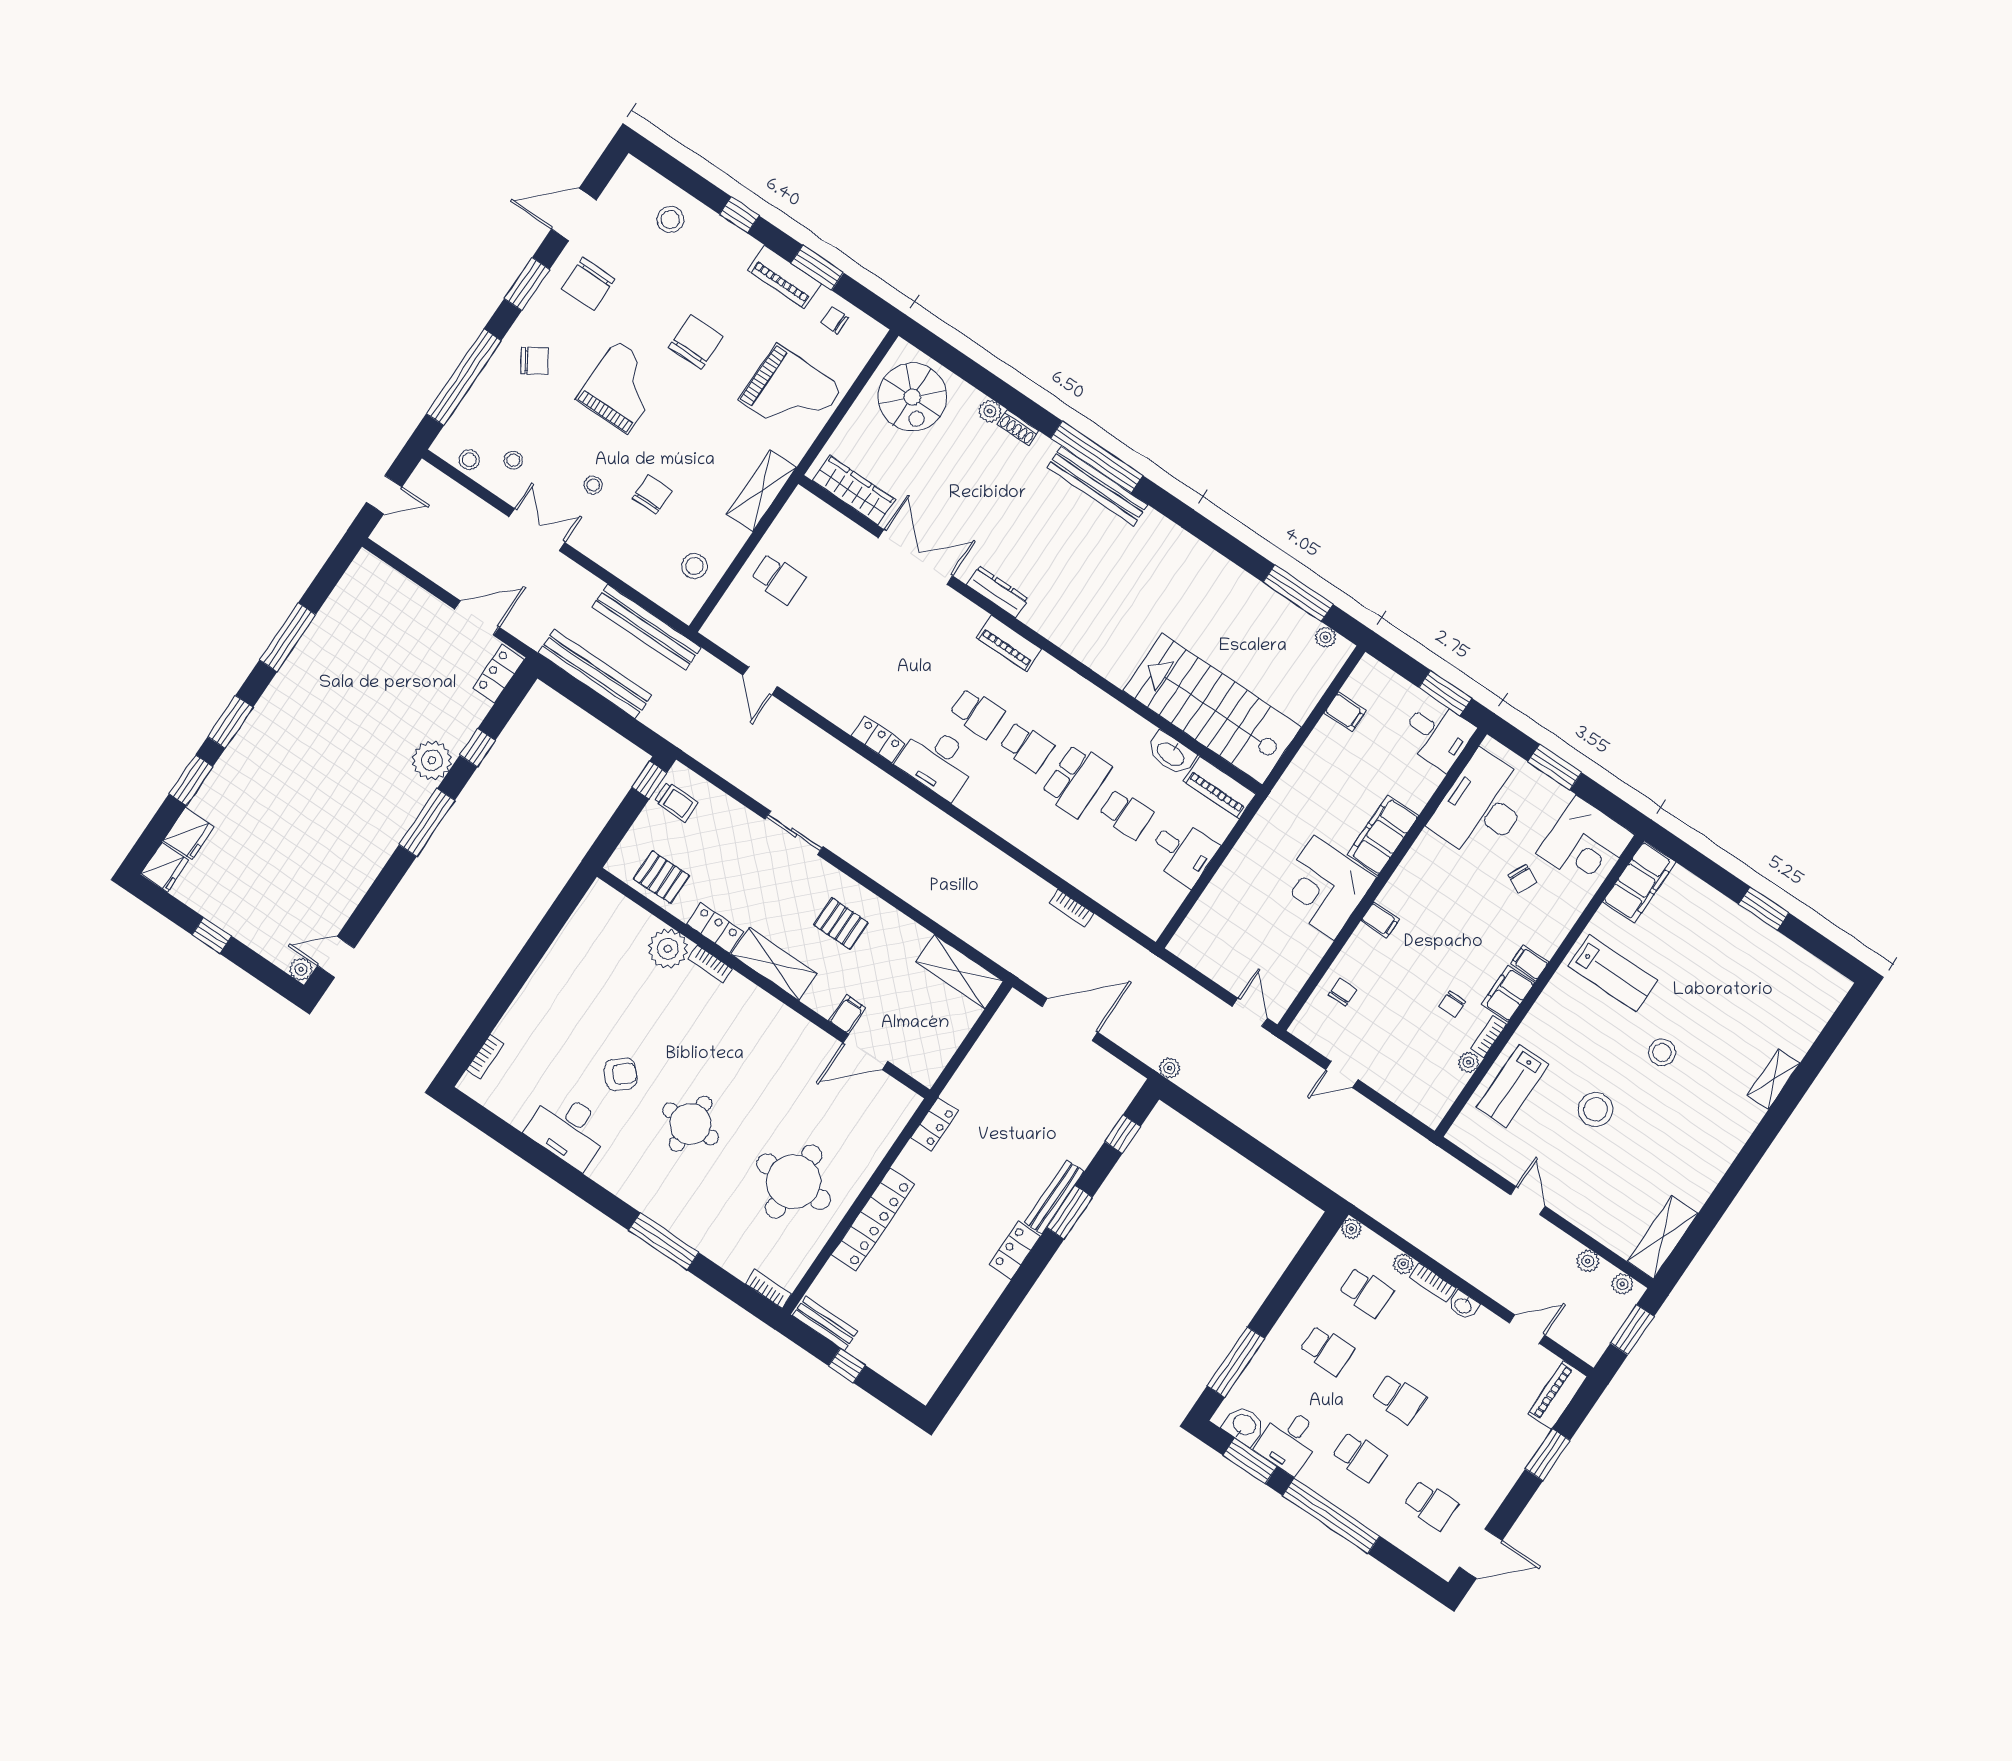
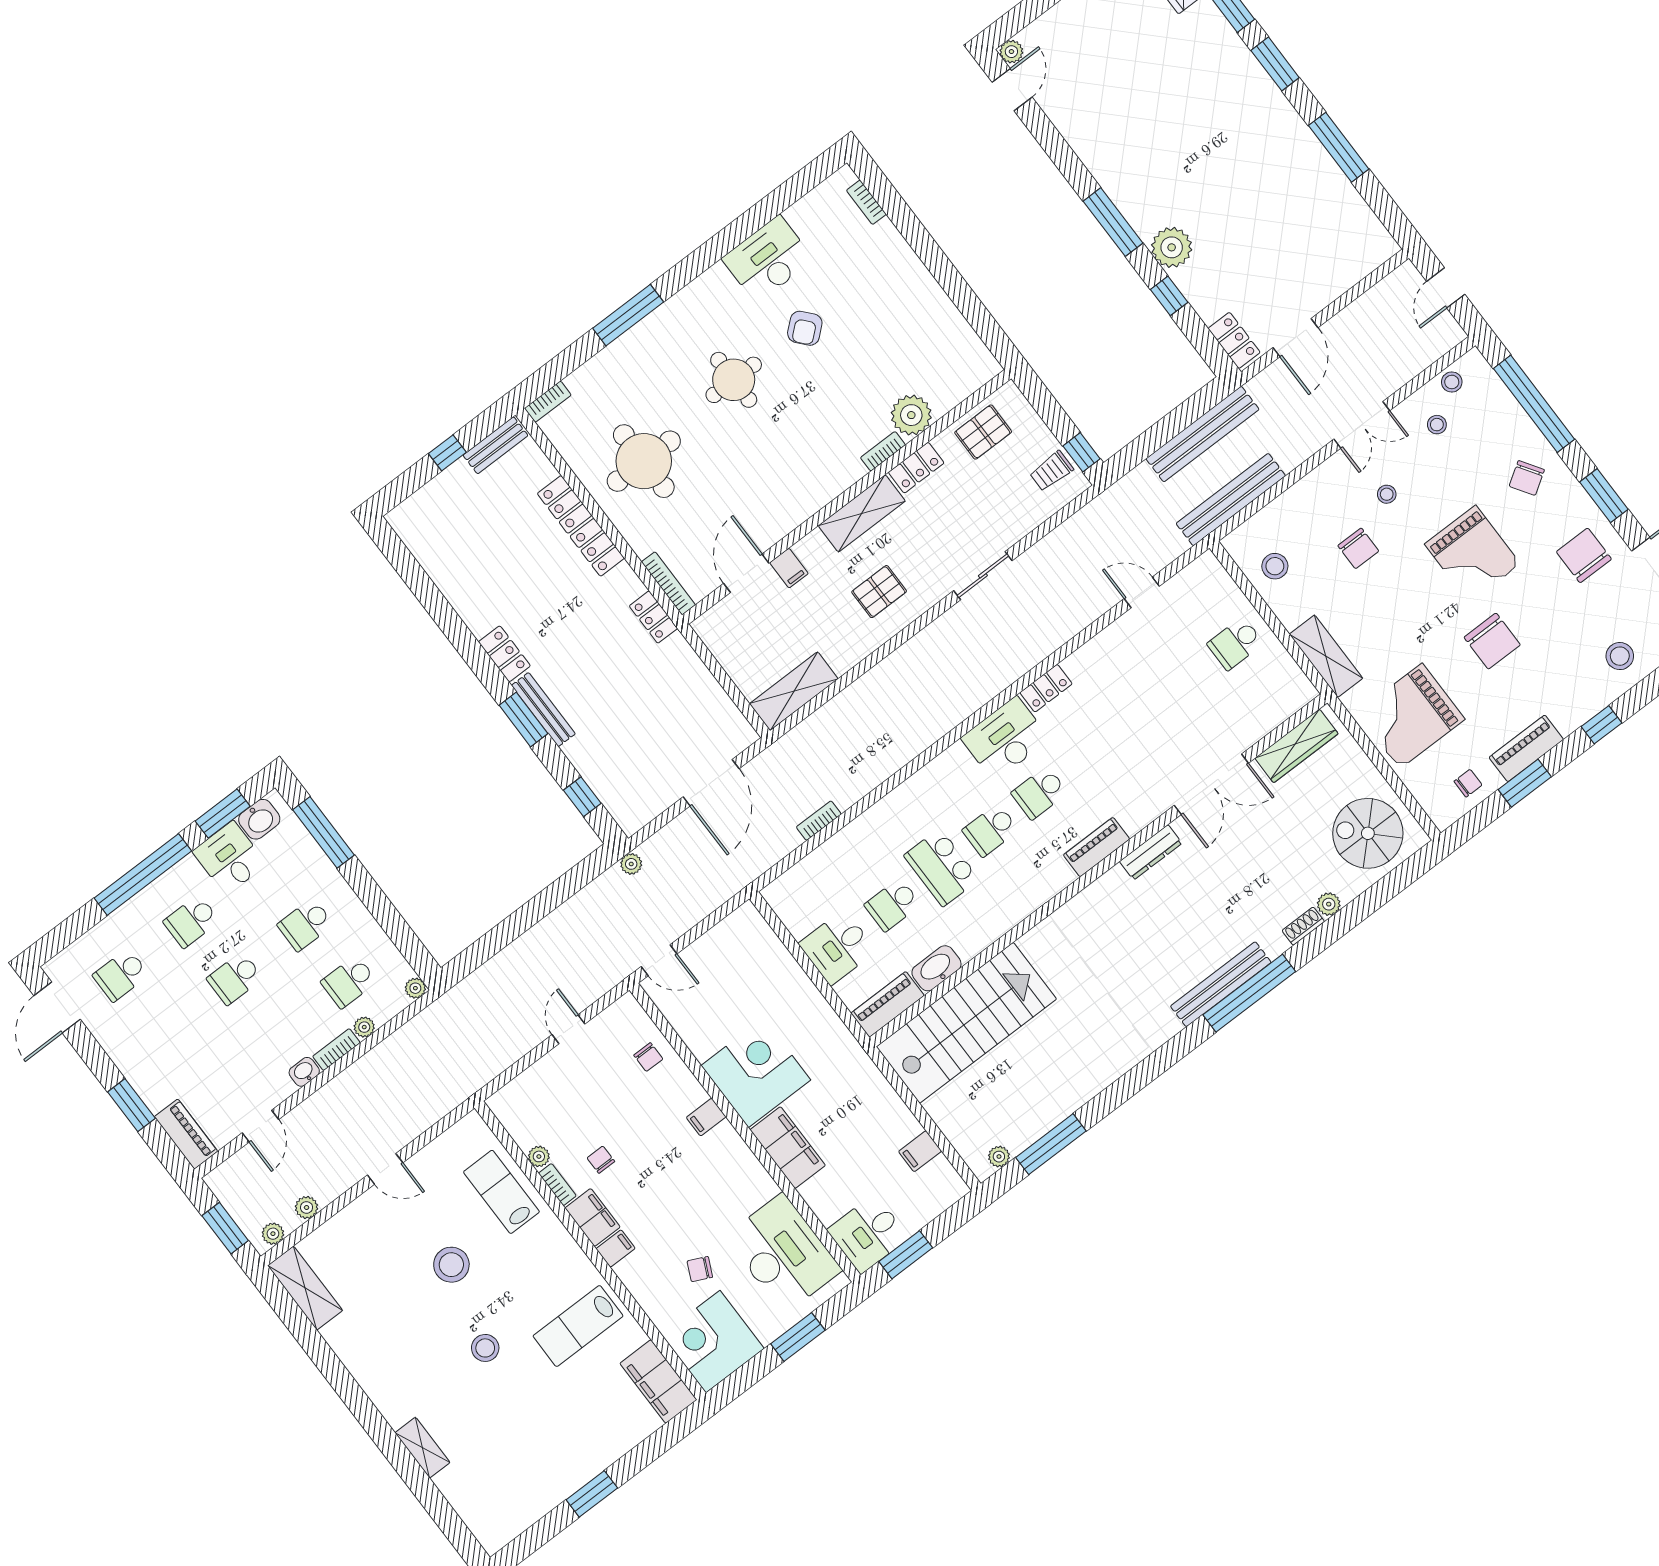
bookcase: (899, 1121) -> (668, 583), added

